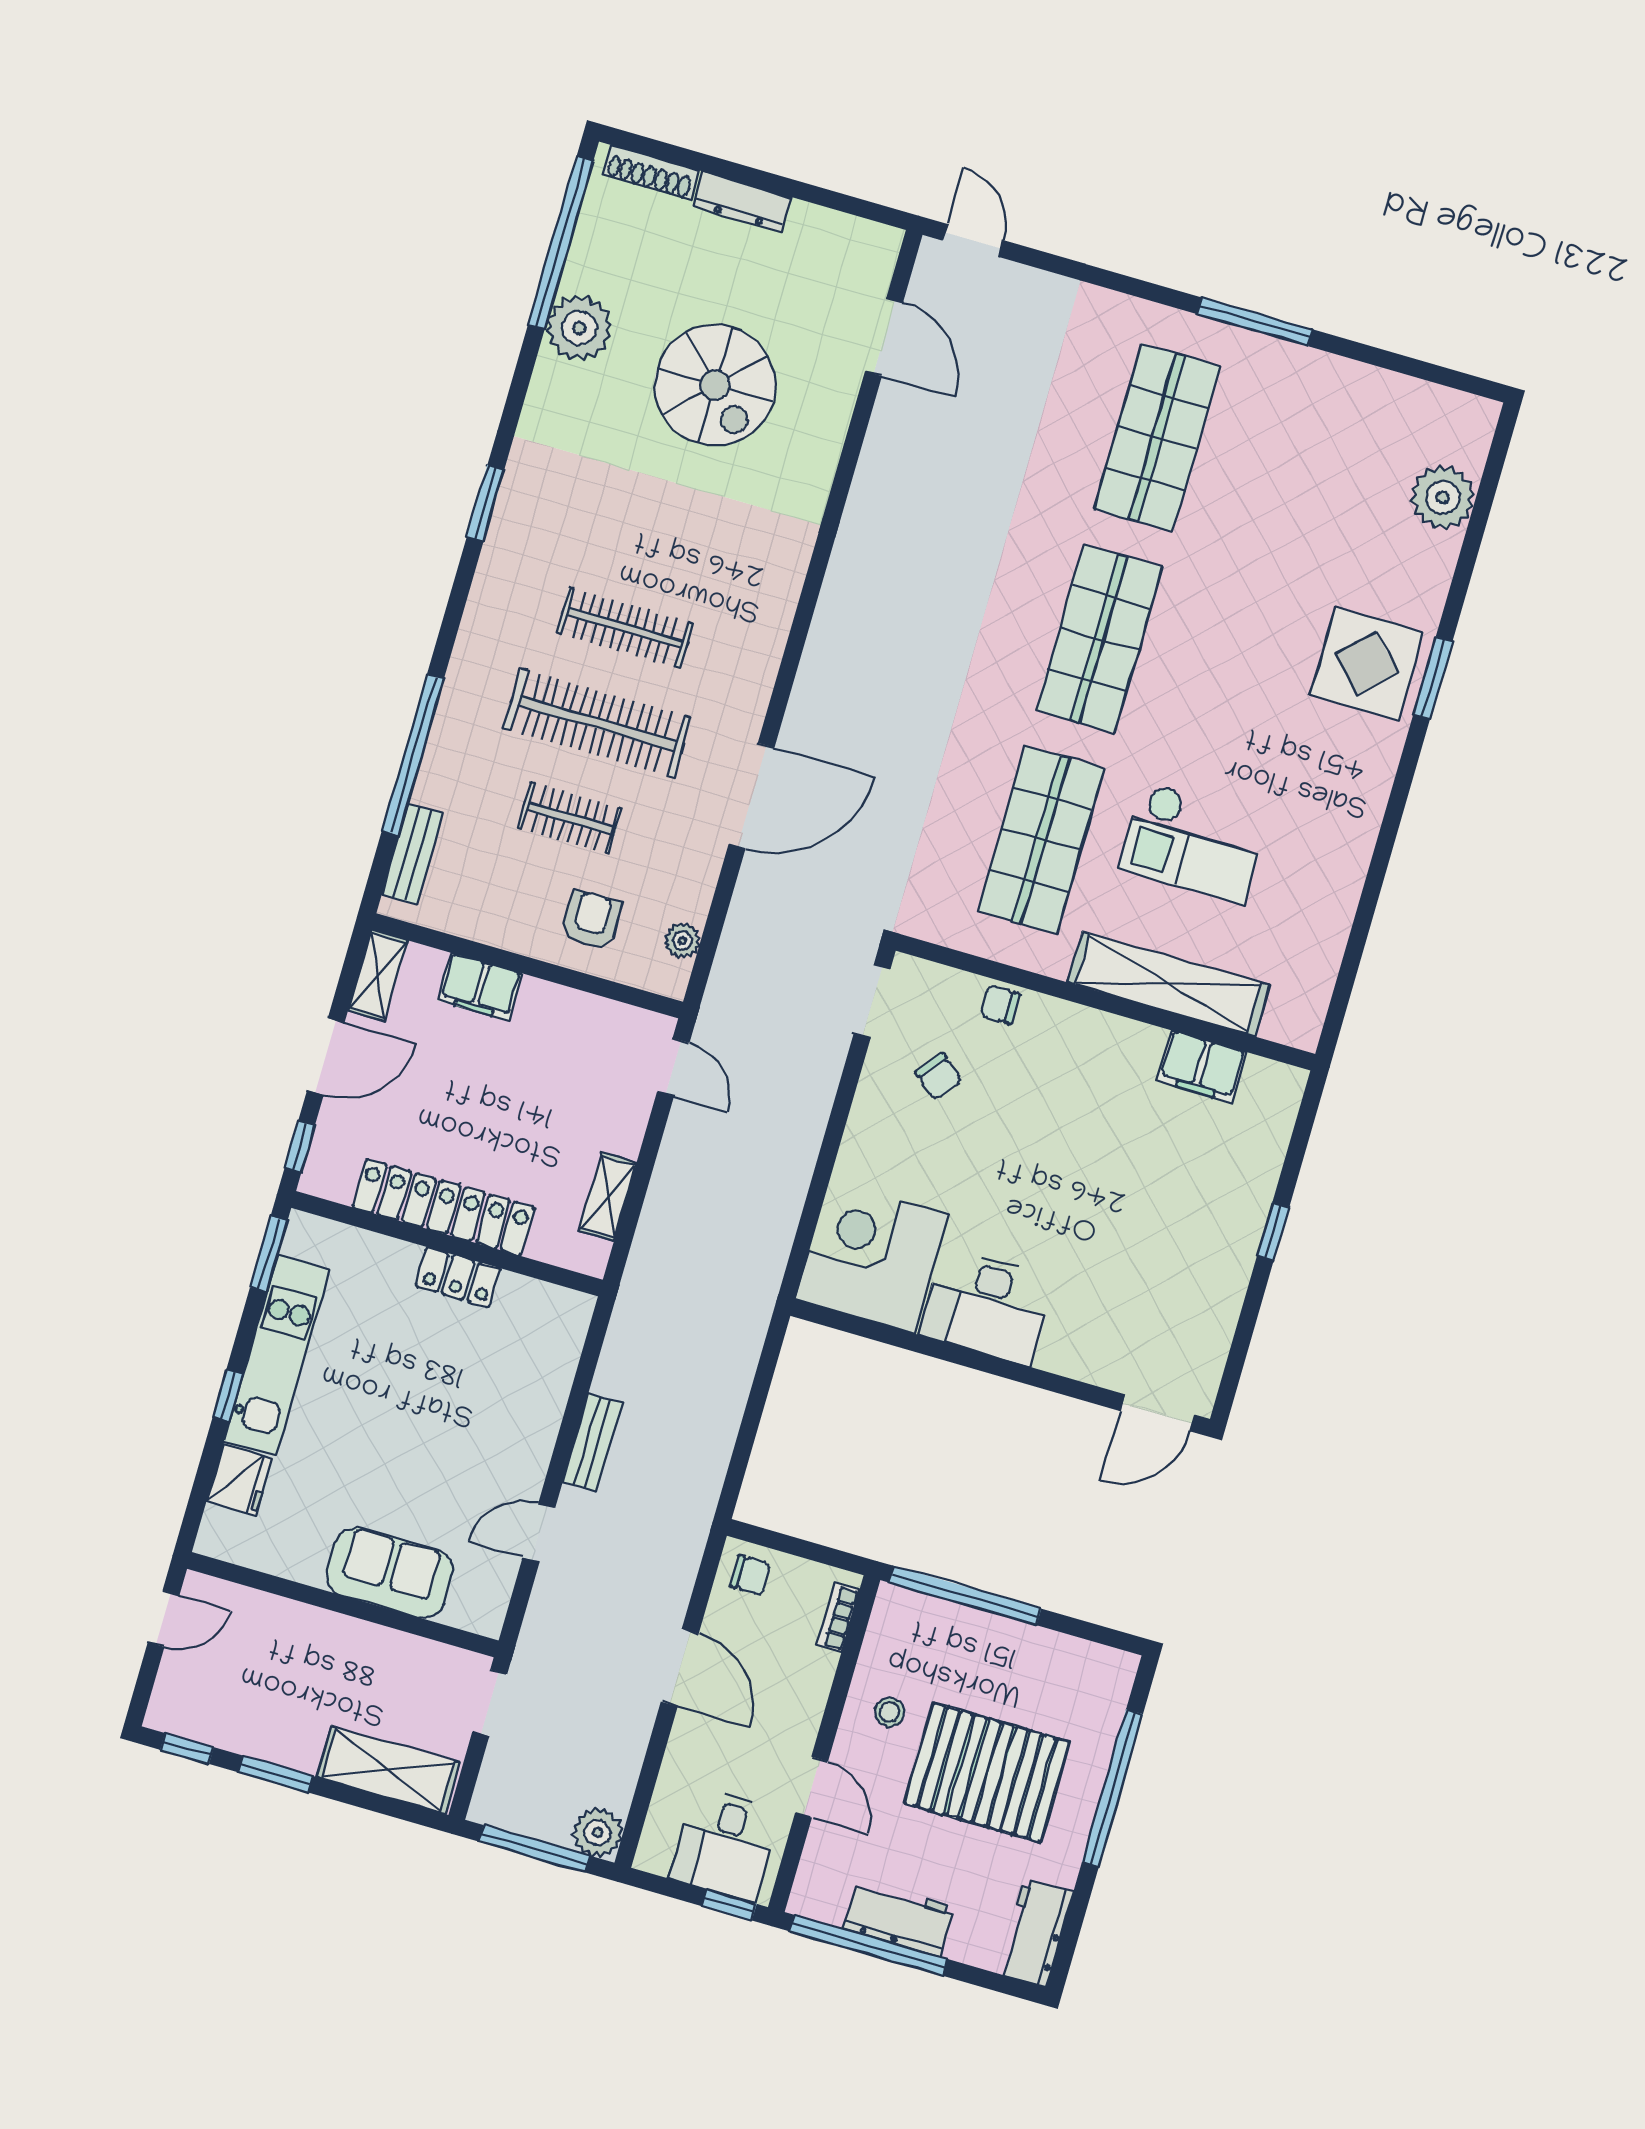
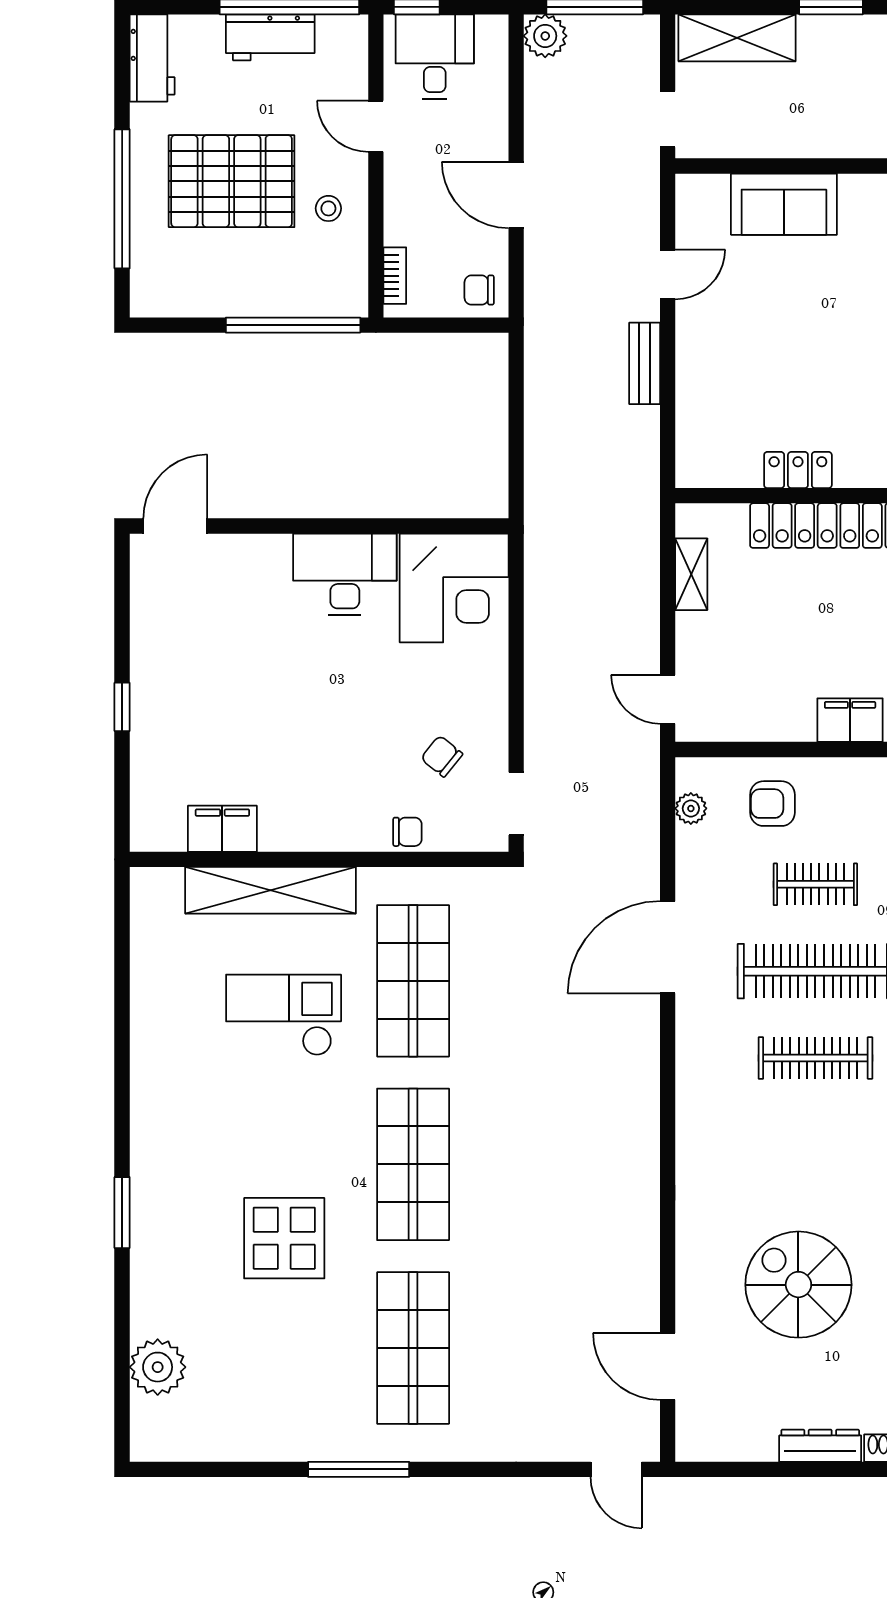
display table: (1367, 664) -> (284, 1238), moved
armchair: (591, 920) -> (772, 804), turned 90

